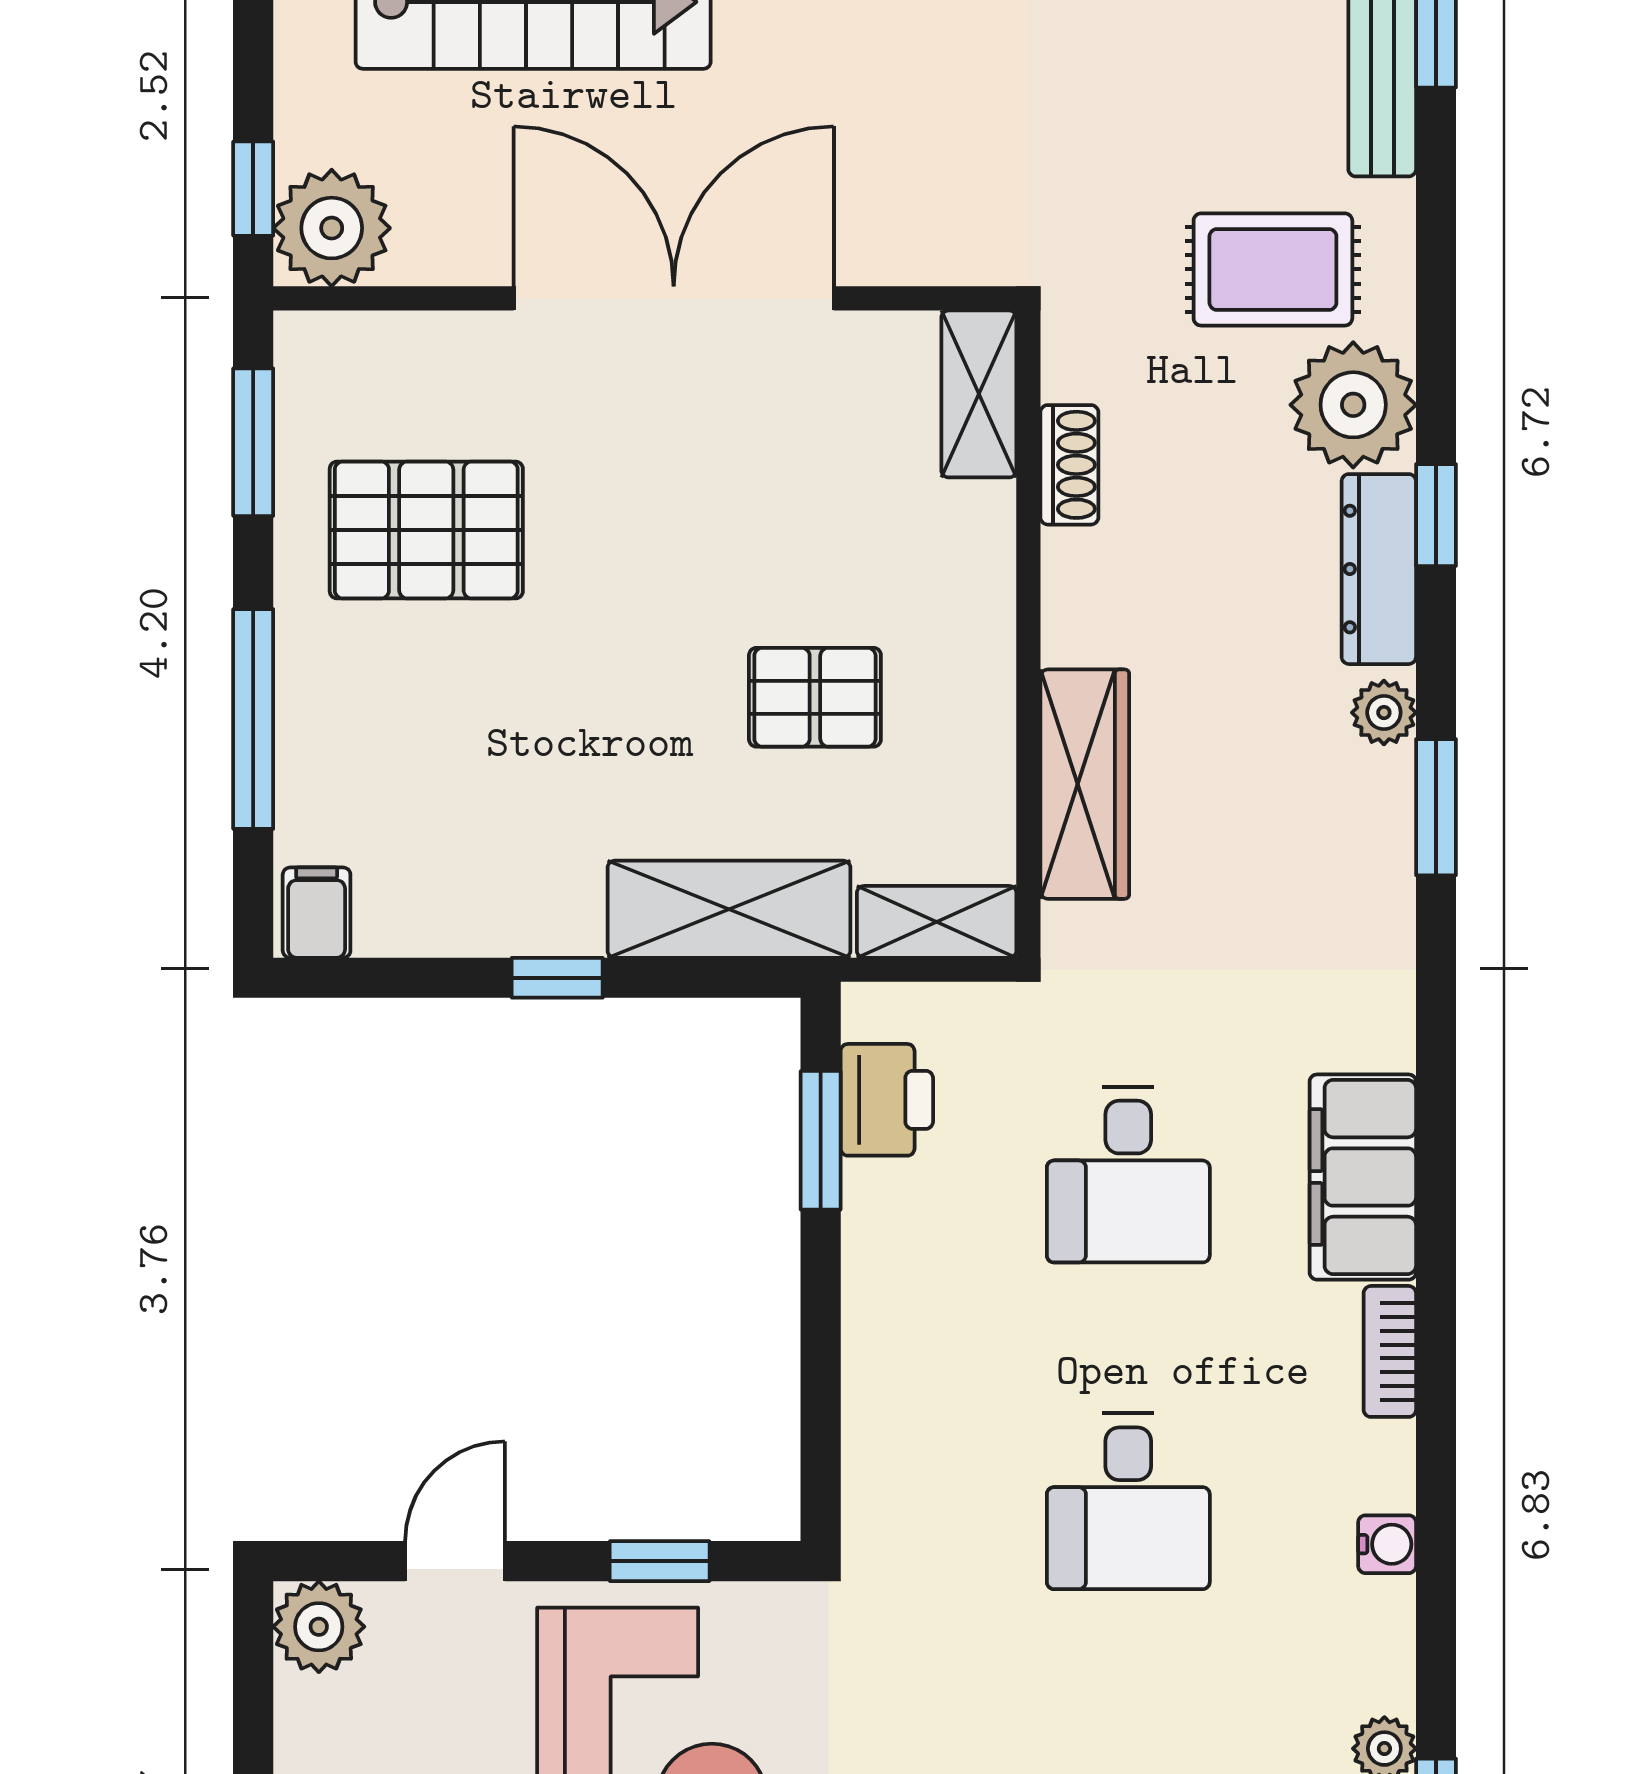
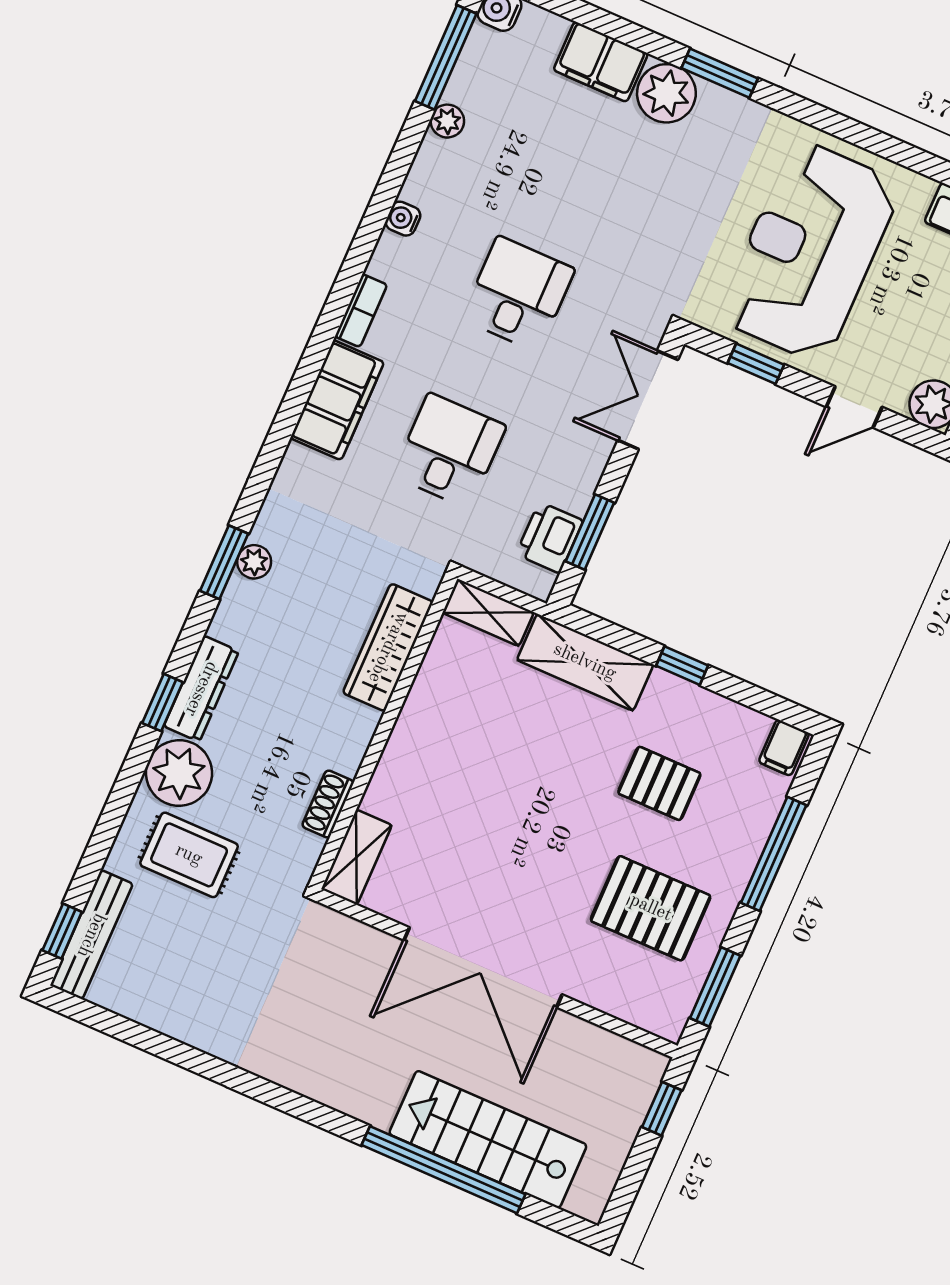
plant: (332, 228) -> (632, 1073), removed
pallet: (815, 697) -> (659, 783), moved
plant: (1384, 713) -> (254, 562), moved
double door: (821, 1415) -> (648, 400), added

